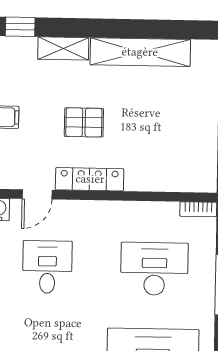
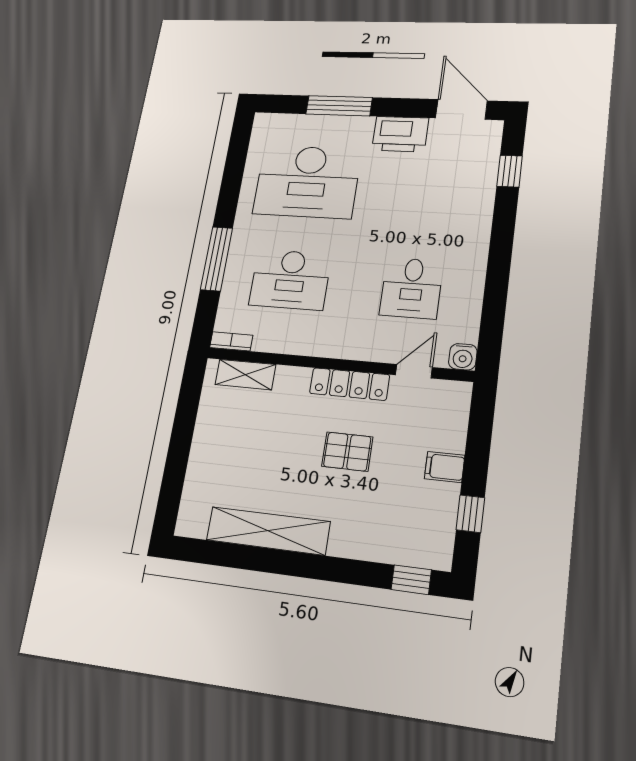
shelving: (63, 48) -> (245, 375), moved

